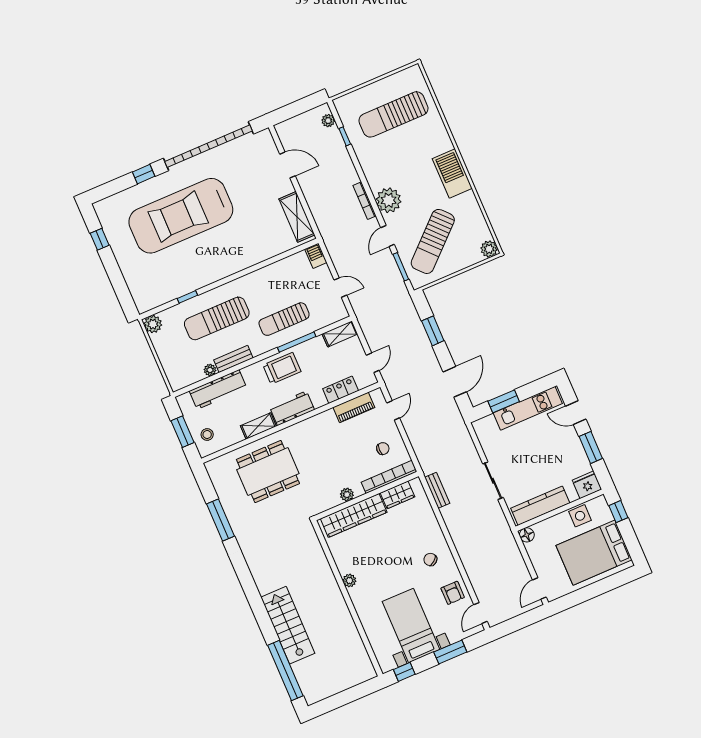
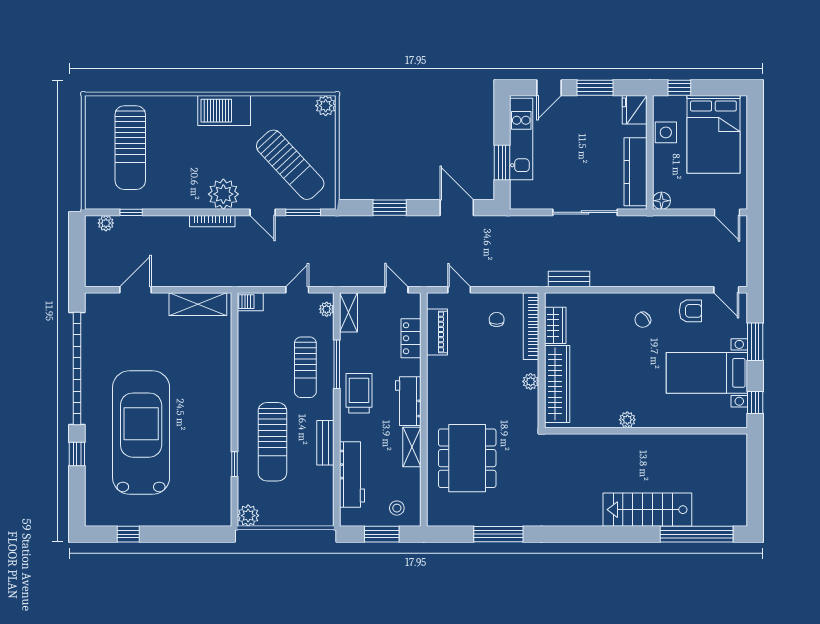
car: (181, 216) -> (141, 433), turned 180
plant: (210, 370) -> (327, 309), moved
sliding door: (493, 481) -> (585, 212), width x1.37

